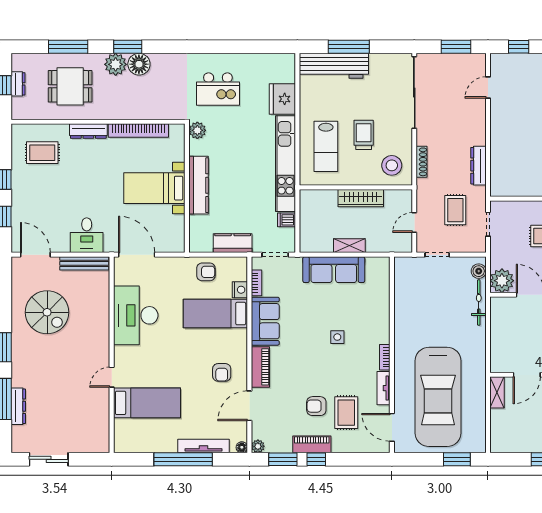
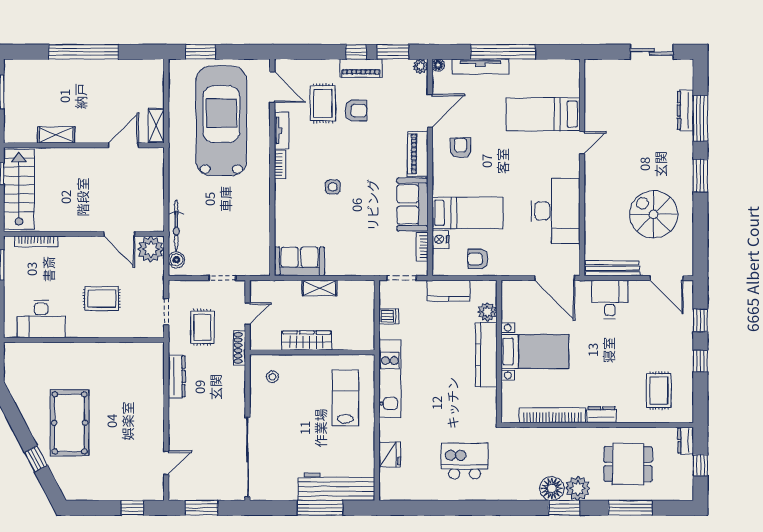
dresser: (18, 84) -> (686, 441), moved
fridge: (282, 99) -> (390, 455), width x0.73, depth x0.75
plant: (197, 130) -> (487, 312), moved
dresser: (88, 131) -> (602, 415), width x0.70
trolley: (364, 135) -> (304, 410), removed
rug: (42, 153) -> (659, 391), turned 90
shoe rack: (422, 162) -> (240, 348), moved
kitchen unit: (286, 164) -> (390, 379), width x0.73
stool: (392, 165) -> (272, 377), width x0.53, depth x0.53
sofa: (334, 270) -> (300, 261), moved, width x0.73

